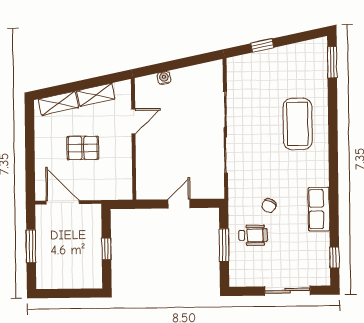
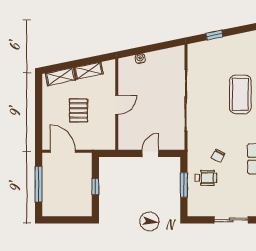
door: (133, 121) -> (117, 105), moved
pallet: (83, 148) -> (78, 111), turned 90
window: (31, 246) -> (39, 184), width x1.44

